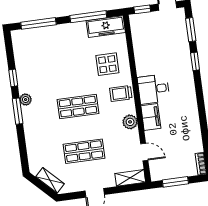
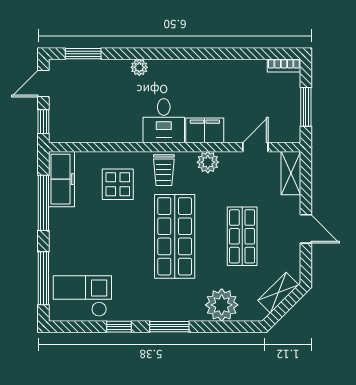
checkout: (30, 51) -> (82, 296), added
window: (195, 61) -> (131, 54), removed
plant: (187, 68) -> (139, 67), added
plant: (26, 100) -> (222, 305), moved, width x1.88, depth x1.88
shop shelf: (78, 107) -> (175, 236), width x1.43, depth x1.36

